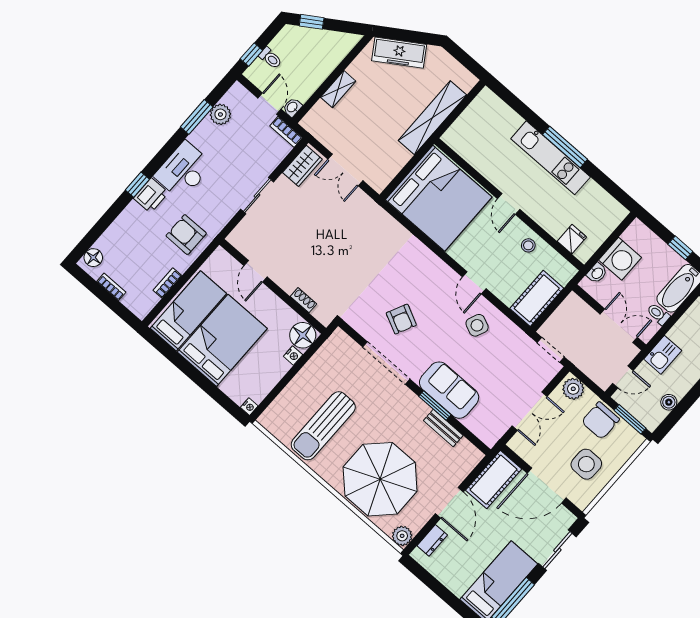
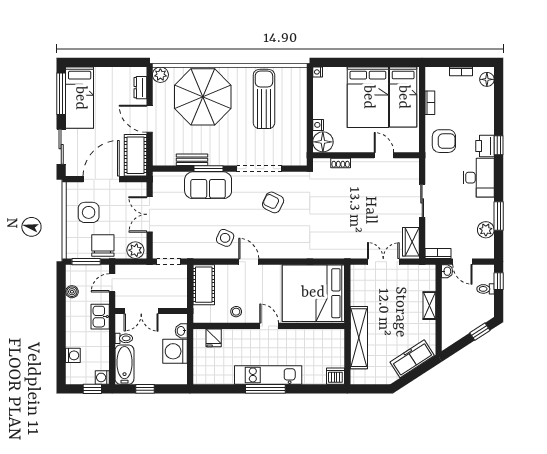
dishwasher: (487, 100) -> (335, 376), added

